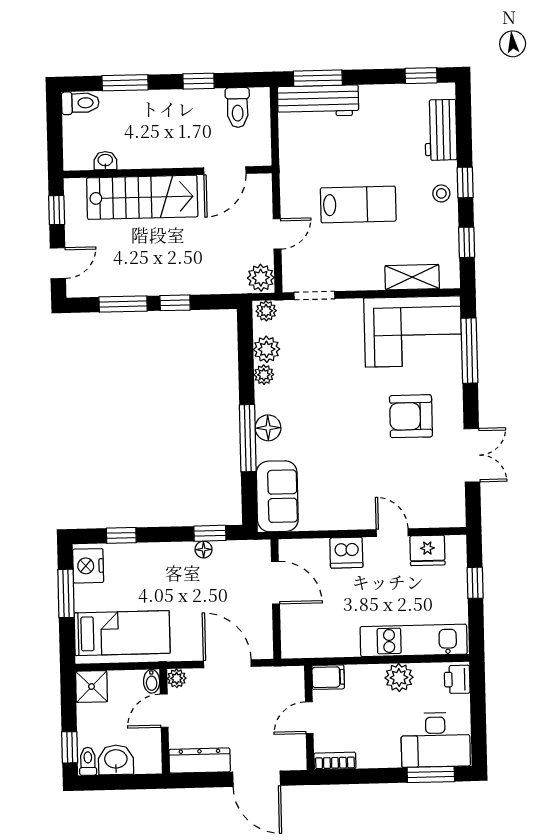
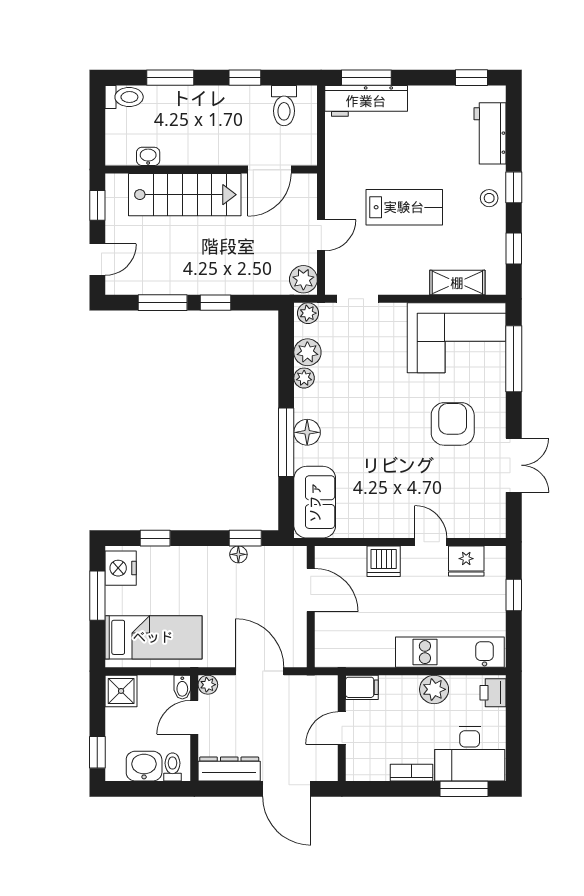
armchair: (411, 416) -> (453, 424), turned 90
toilet: (88, 761) -> (172, 767), moved
bookcase: (335, 761) -> (412, 773), moved

